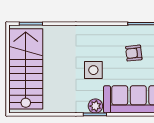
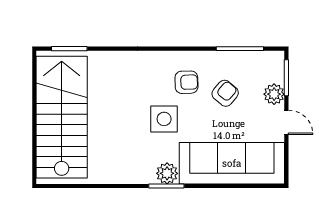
armchair: (108, 46) -> (186, 82), added
armchair: (134, 53) -> (225, 93), turned 136

